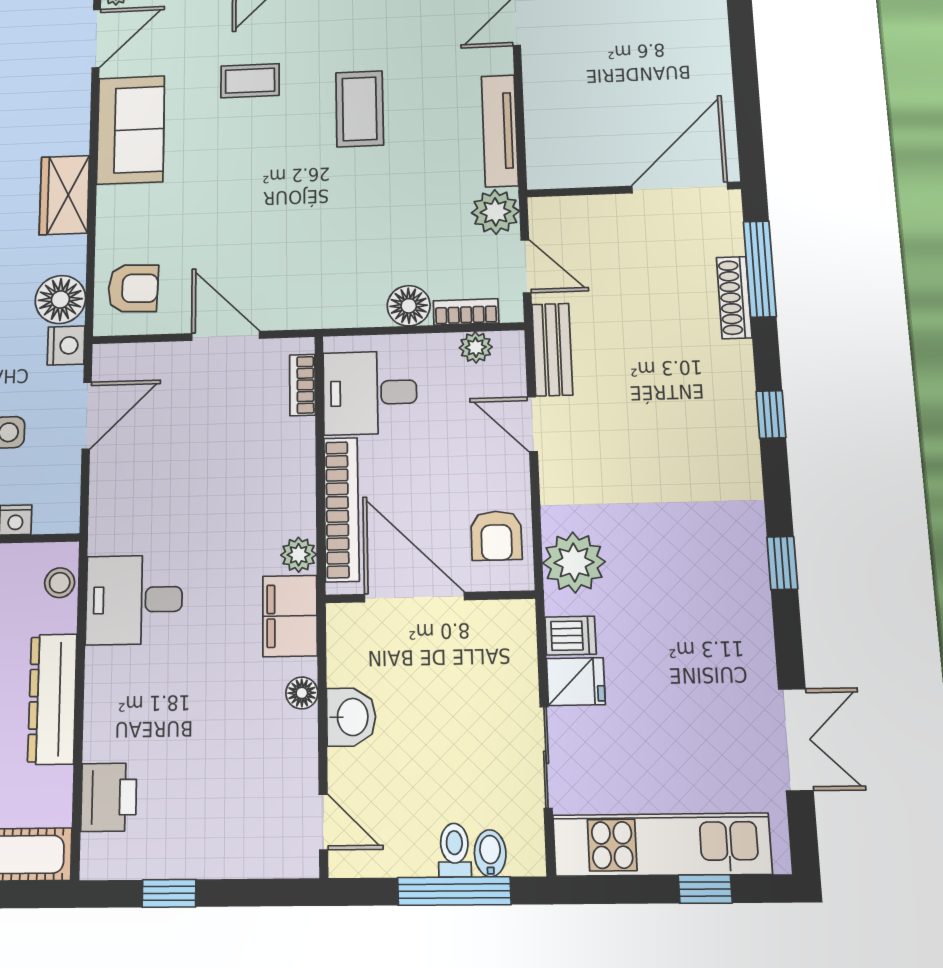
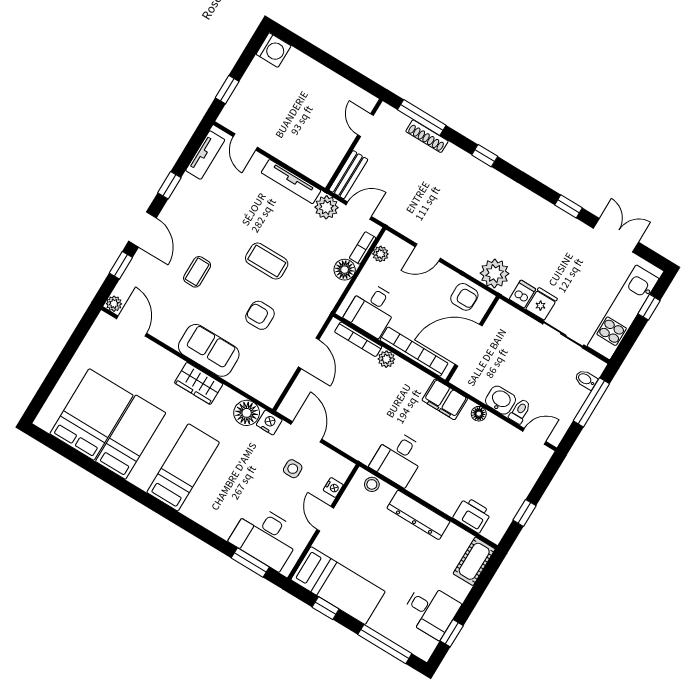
coffee table: (360, 109) -> (267, 261), moved
sofa: (131, 130) -> (209, 350), moved
door: (680, 188) -> (366, 125), width x0.53
armchair: (133, 288) -> (260, 315), moved, turned -92
door: (226, 336) -> (309, 353), swing flipped
bench: (552, 350) -> (348, 175), moved, turned 90
bookcase: (302, 385) -> (358, 339), width x1.56
plant: (299, 555) -> (386, 359), moved
window: (782, 563) -> (569, 206), moved
toilet: (454, 850) -> (520, 411), moved, turned 90

